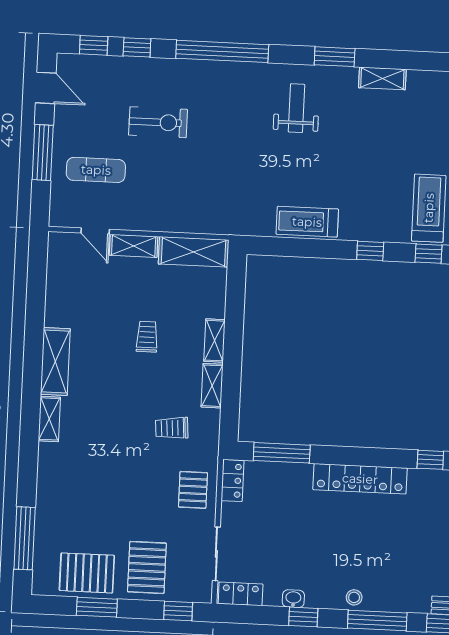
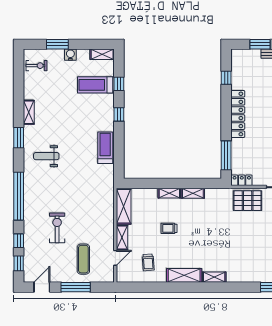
treadmill: (307, 222) -> (105, 148), turned 180
trolley: (172, 428) -> (148, 262), moved
pallet: (193, 490) -> (248, 201), width x1.50, depth x1.42

